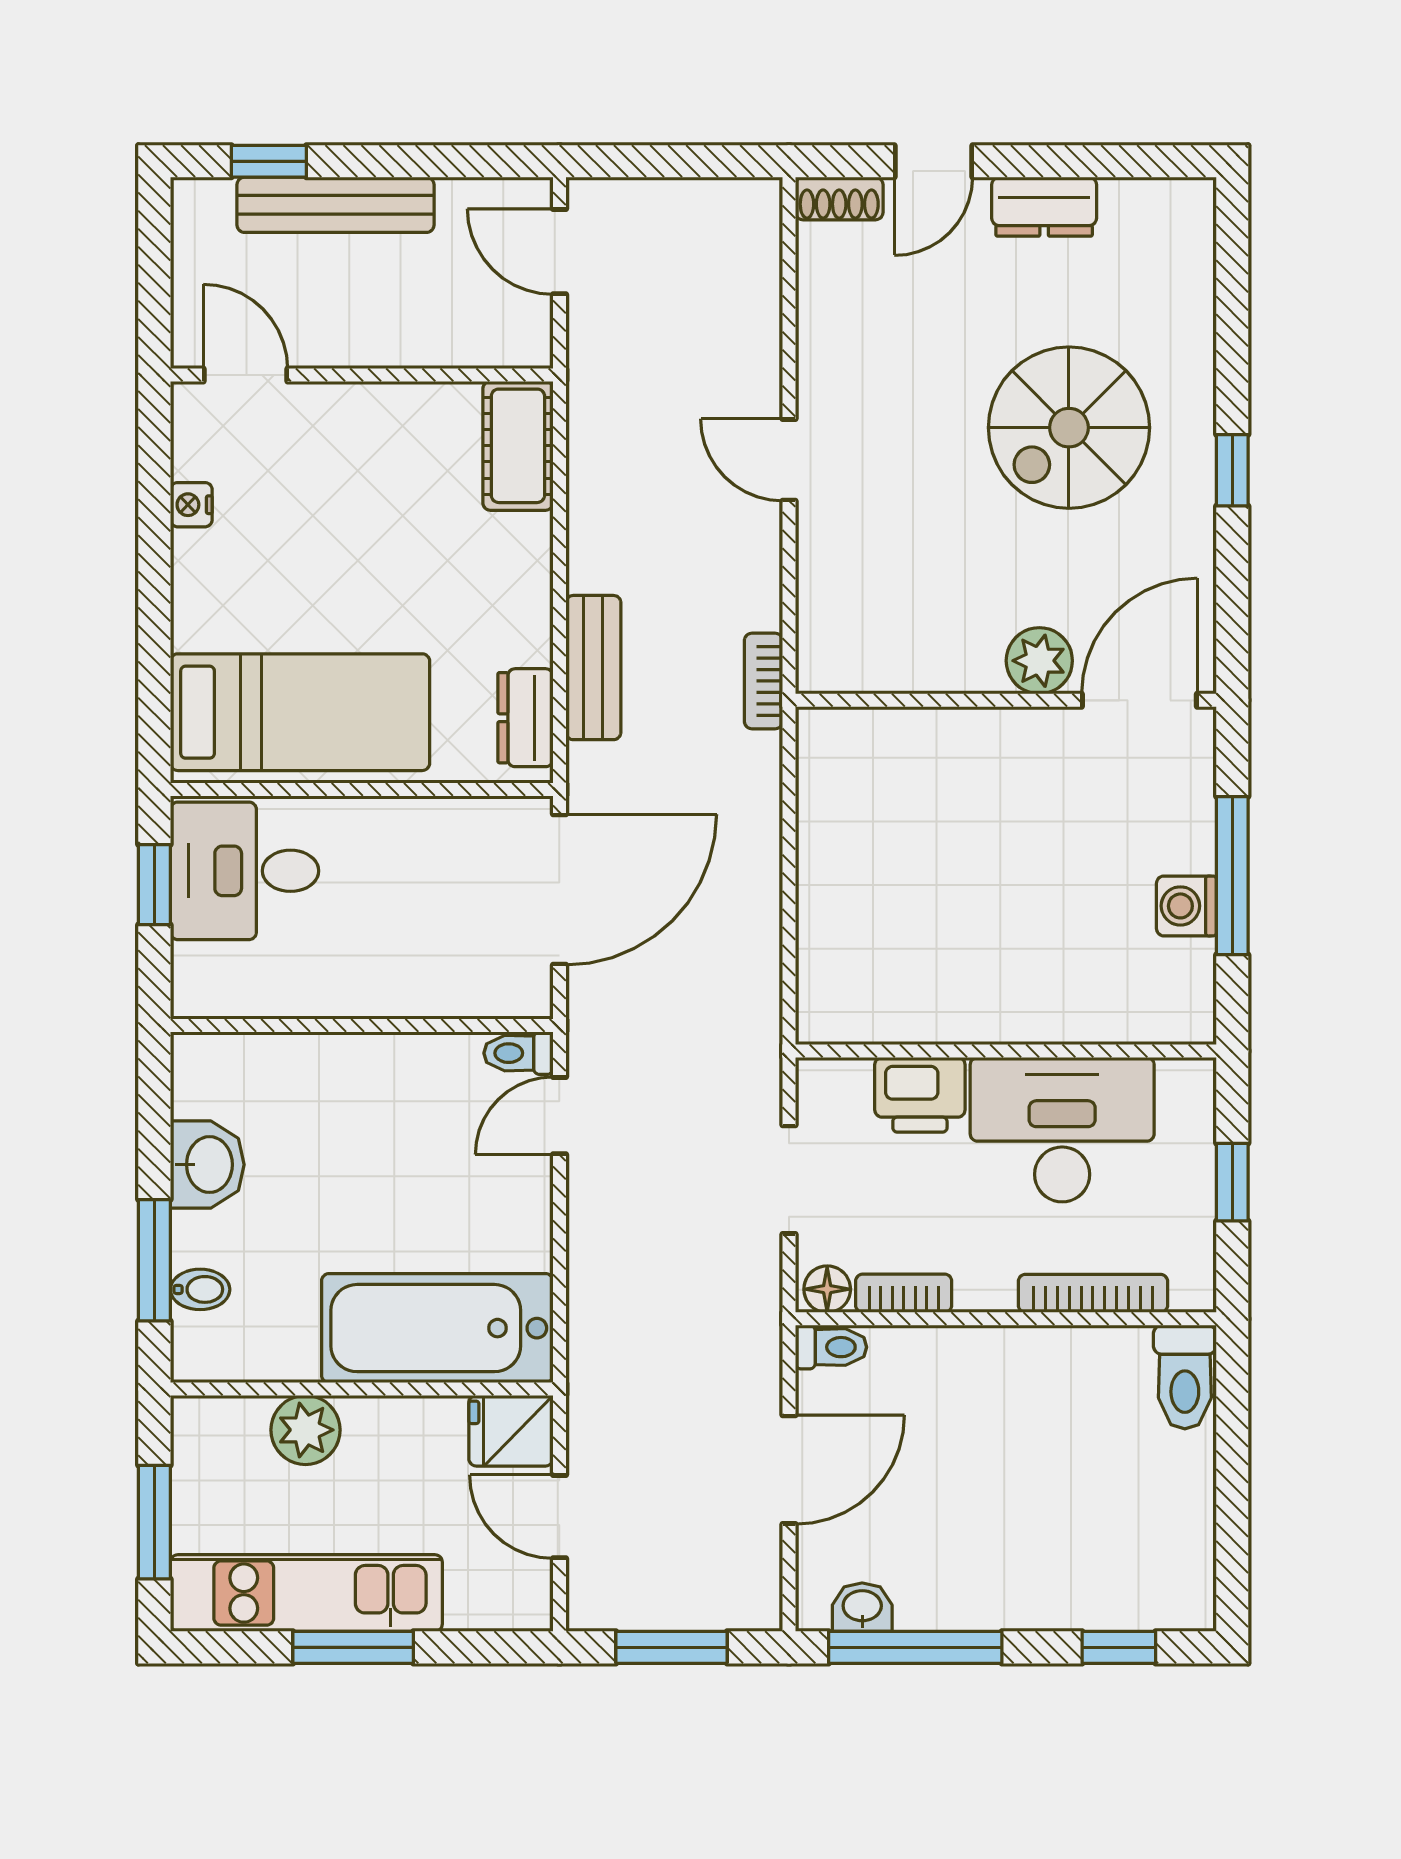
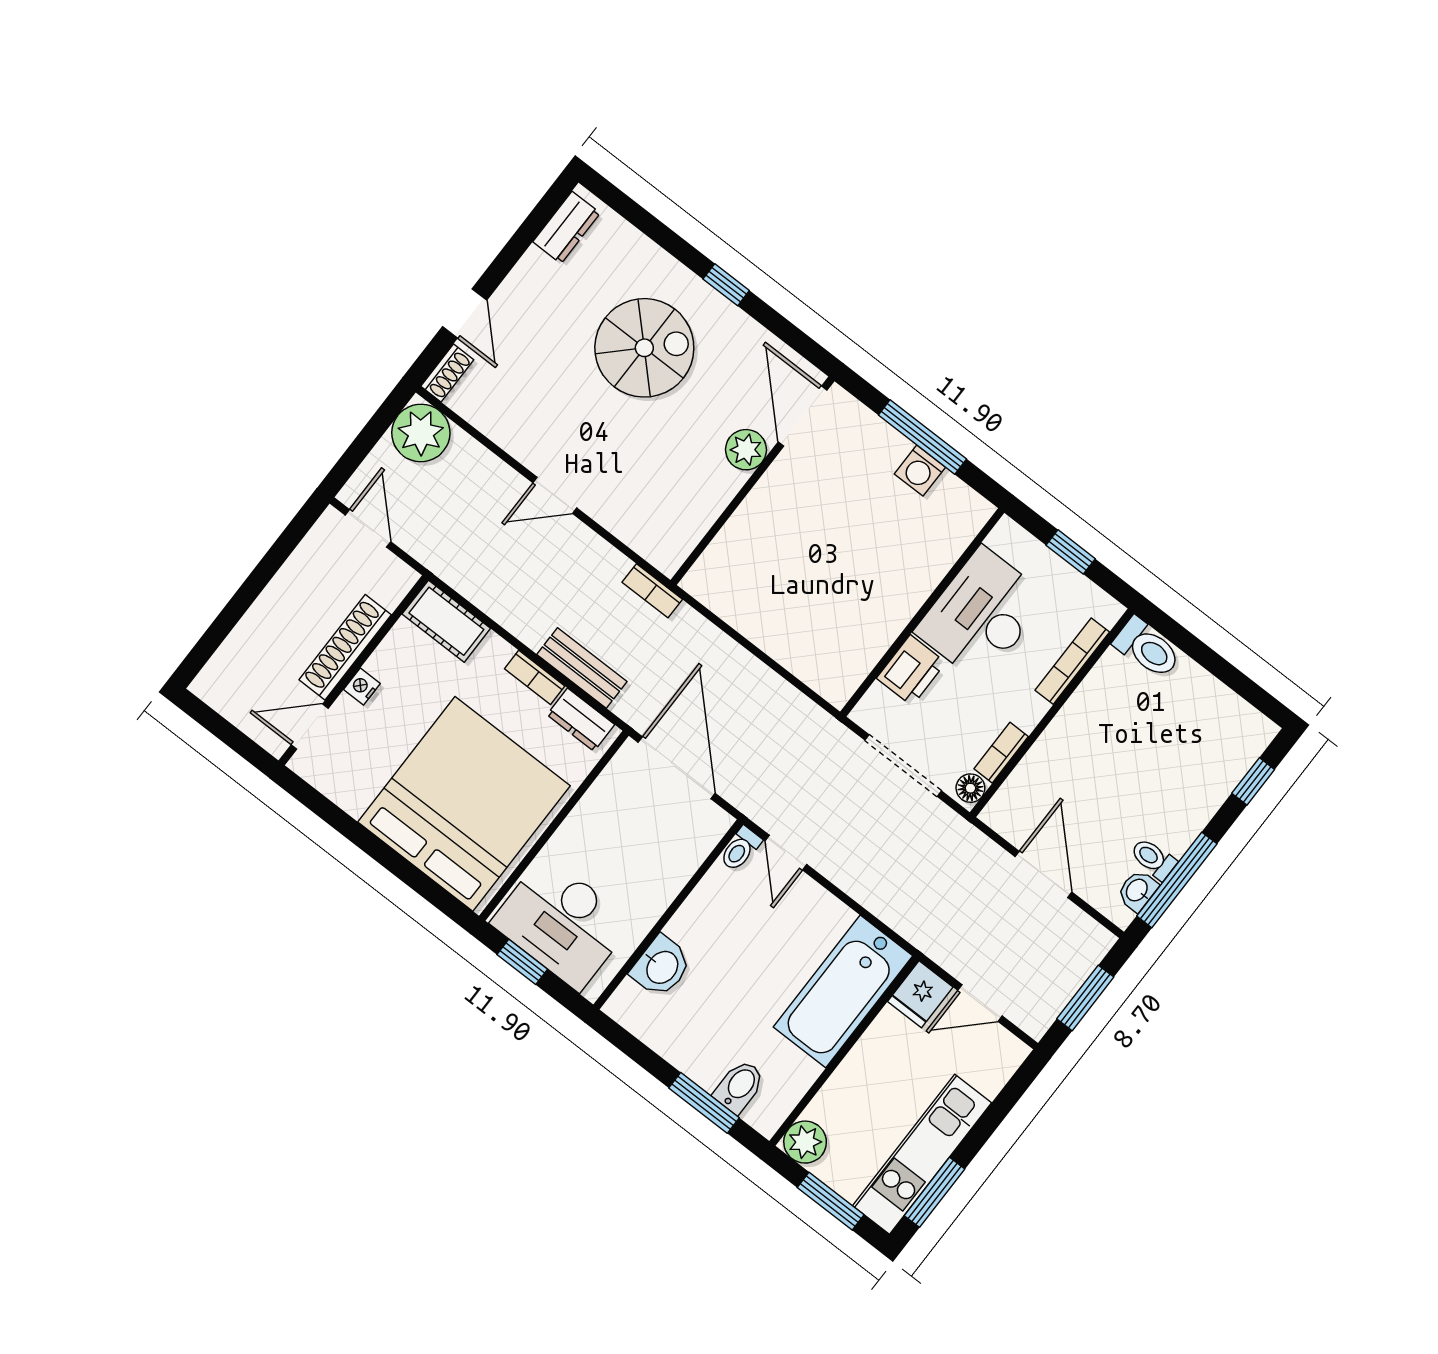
window: (269, 161) -> (215, 635), removed
bench: (335, 205) -> (261, 619), removed
dresser: (1044, 207) -> (567, 227), moved
plant: (735, 224) -> (421, 433), added
door: (559, 252) -> (368, 528), swing flipped
shoe rack: (383, 341) -> (345, 647), added
spiral stairs: (1069, 428) -> (644, 348), turned -90
nightstand: (191, 505) -> (362, 687), moved, turned 90
bookcase: (534, 616) -> (535, 677), added
bed: (300, 712) -> (464, 804), width x2.04
desk: (244, 871) -> (562, 923), width x1.37
washbasin: (207, 1165) -> (661, 967), moved, turned 90
doorway: (789, 1180) -> (903, 766), width x1.38
bidet: (200, 1289) -> (739, 1086), width x1.38, depth x1.36
toilet: (831, 1347) -> (1153, 859), moved, turned -90
plant: (305, 1430) -> (805, 1142), moved
window: (353, 1647) -> (935, 1192), moved

